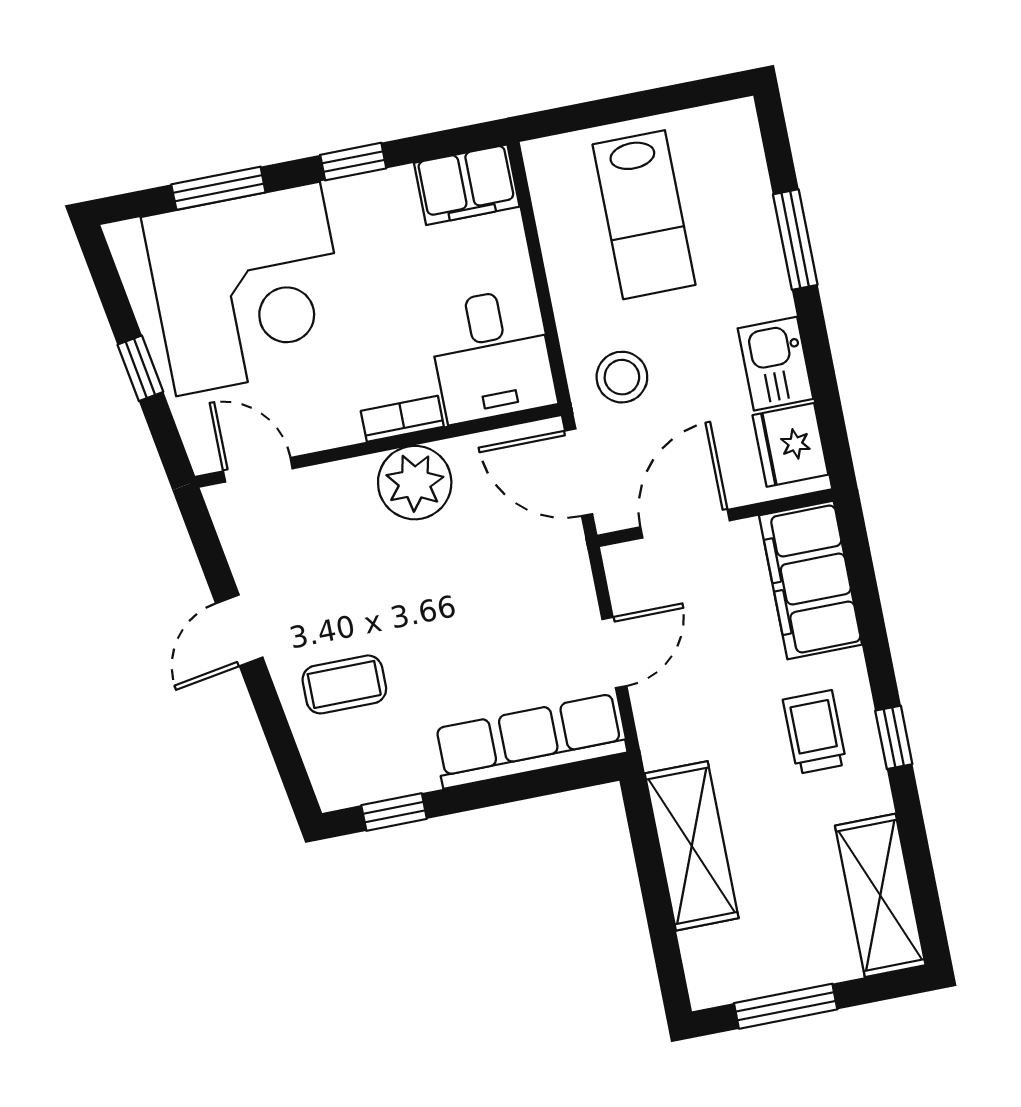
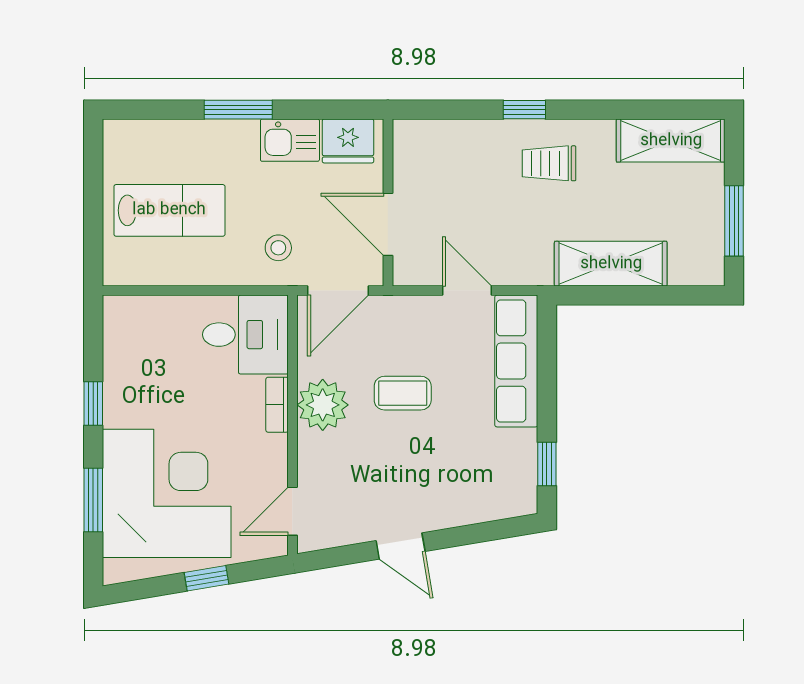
filing cabinet: (467, 185) -> (125, 328), removed
window: (795, 240) -> (238, 110), moved
stool: (622, 377) -> (278, 248), width x0.73, depth x0.73
filing cabinet: (811, 580) -> (444, 146), removed
coffee table: (344, 684) -> (403, 393), moved, turned 90
window: (894, 737) -> (524, 110), moved

